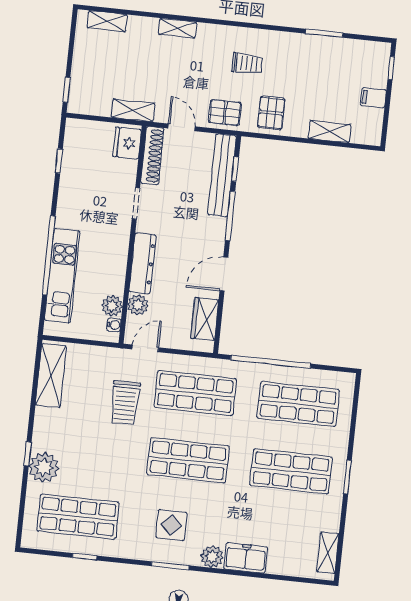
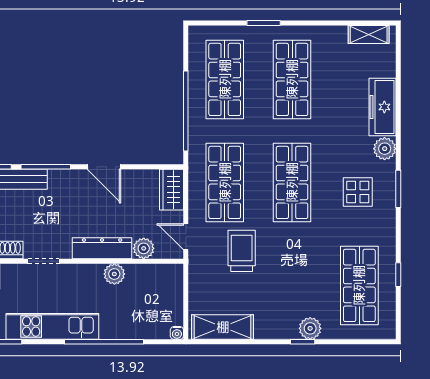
kitchen unit: (62, 276) -> (52, 326), moved
plant: (112, 306) -> (114, 274), moved
wardrobe: (205, 319) -> (172, 190), moved, turned 90
water cooler: (114, 325) -> (177, 333), moved, turned 180
trolley: (125, 403) -> (242, 251), turned -90
plant: (44, 467) -> (310, 328), width x0.73, depth x0.73
window: (347, 477) -> (264, 23), moved
freezer: (246, 558) -> (383, 107), width x1.40

